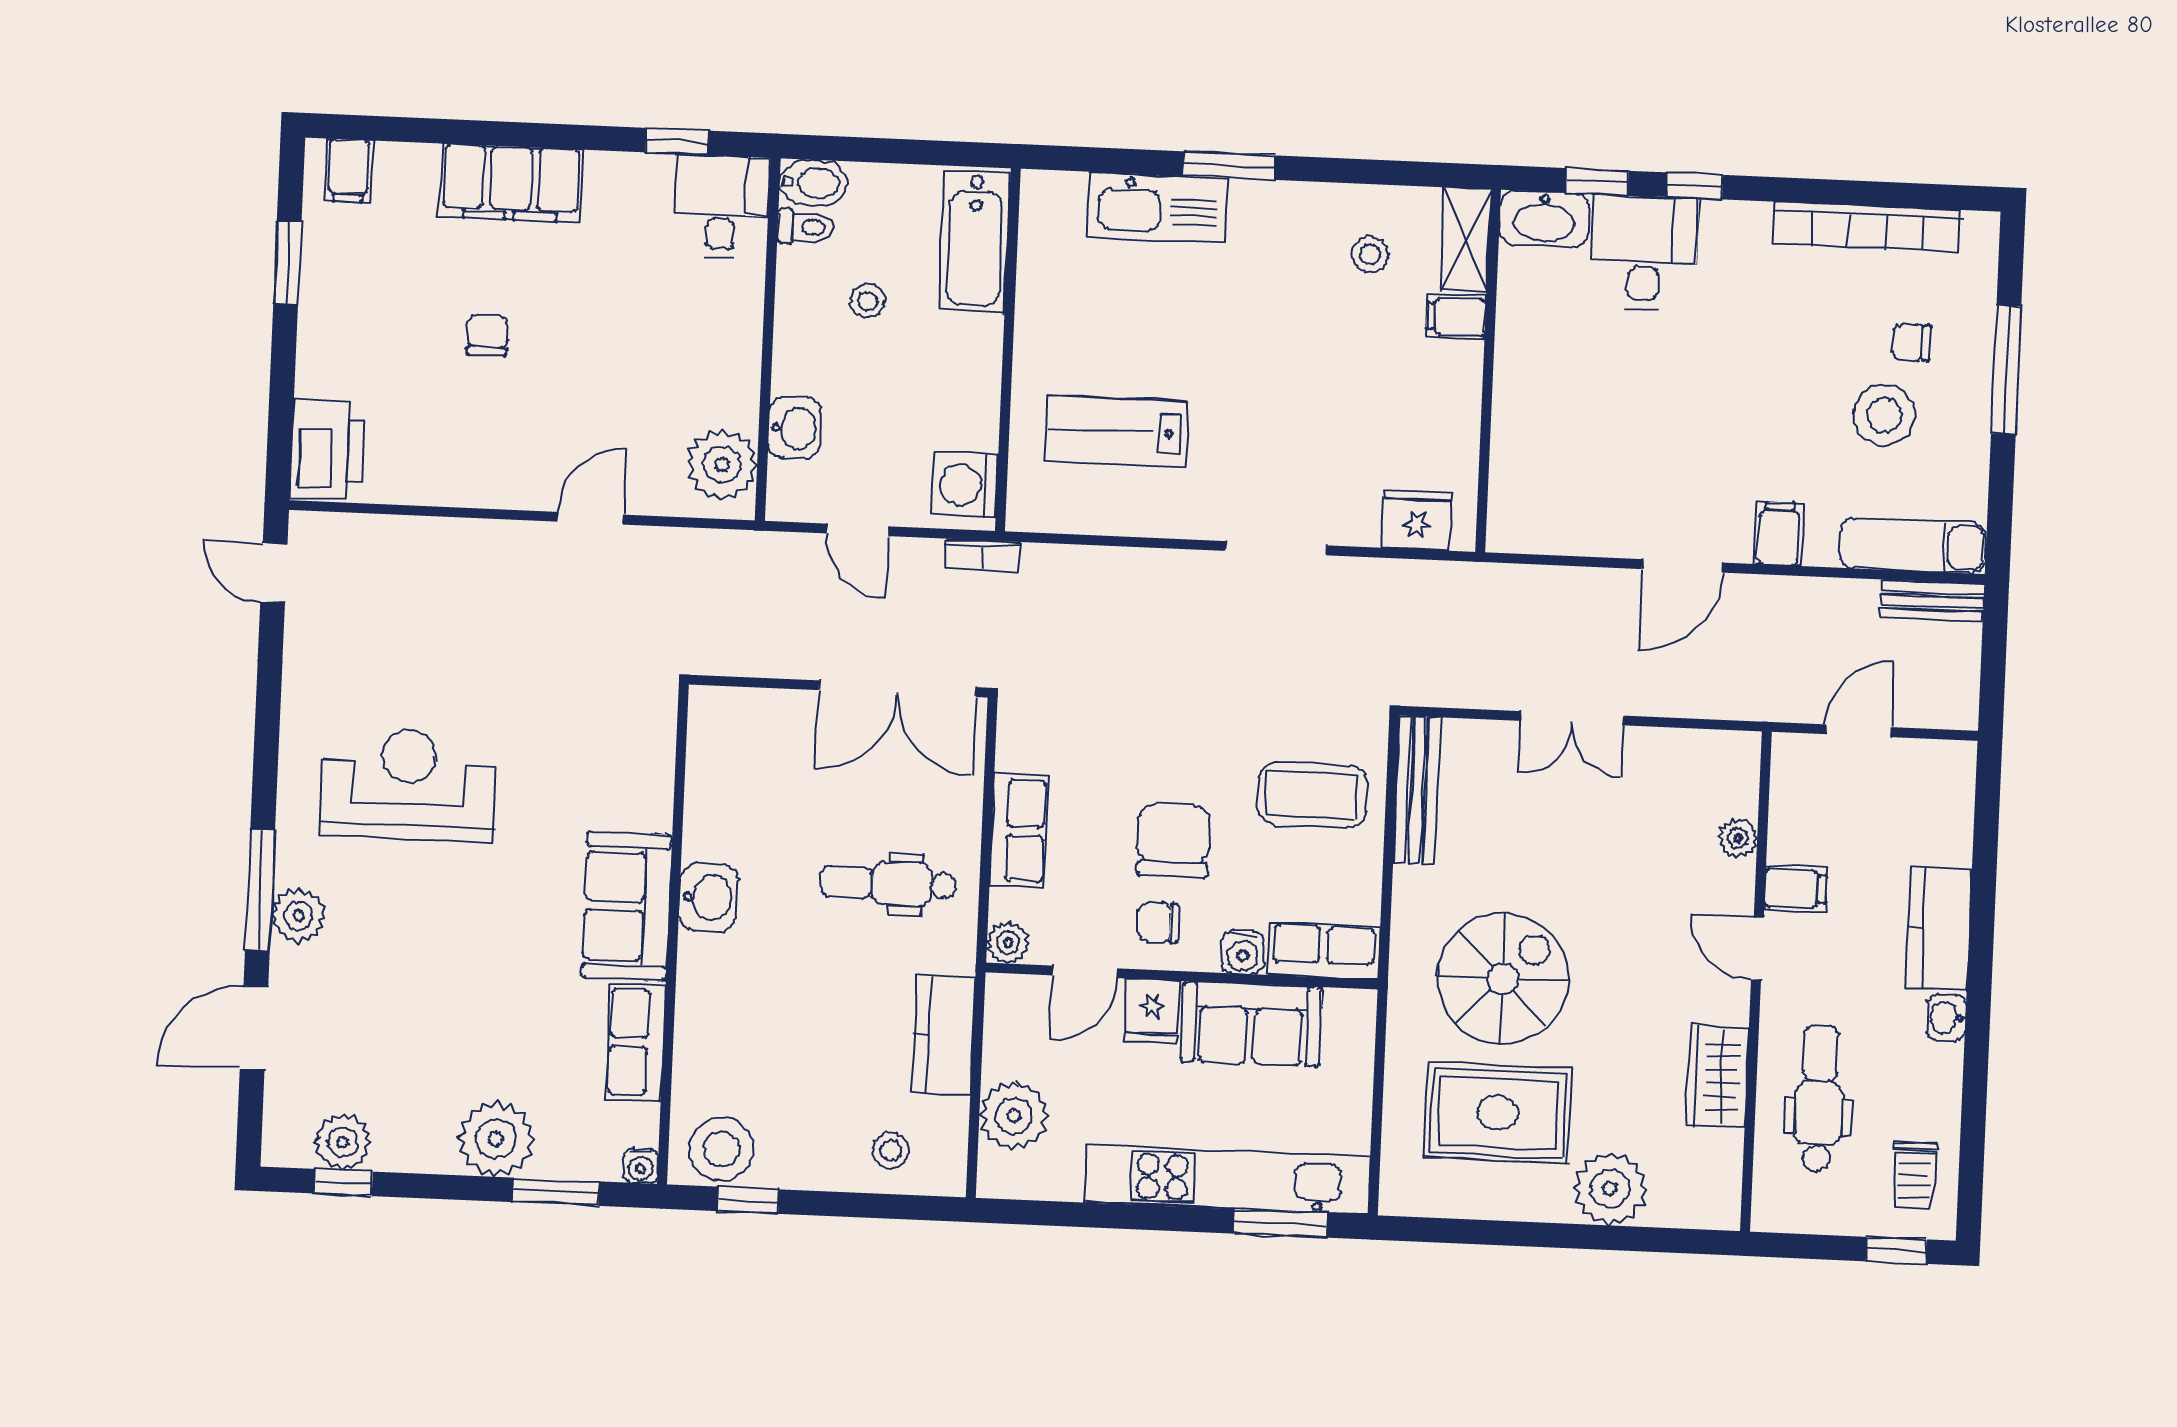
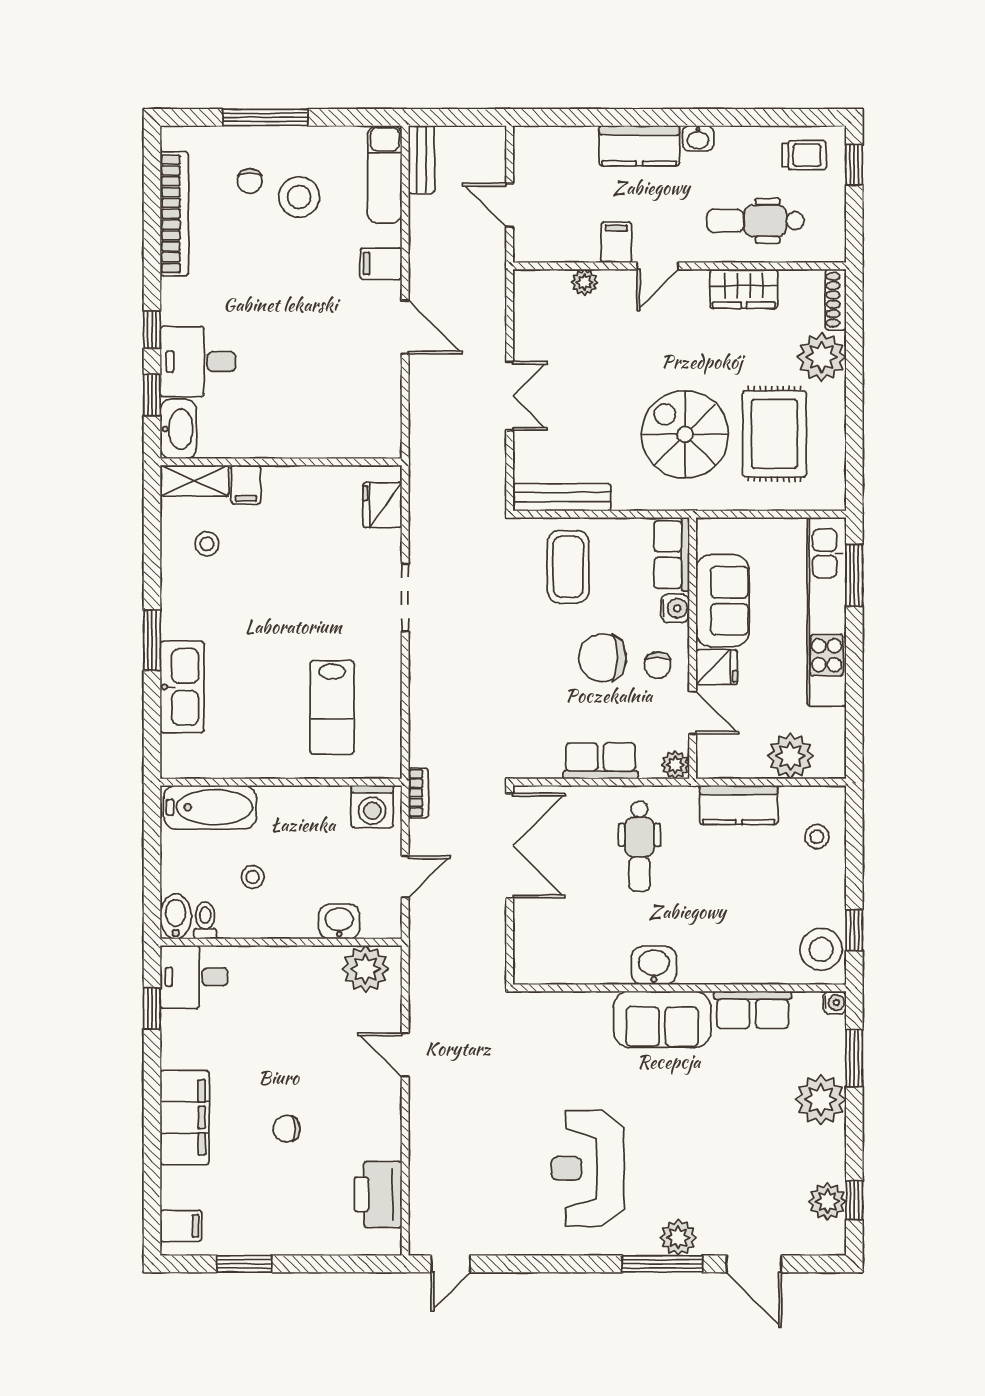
printer: (327, 450) -> (378, 1194), moved, turned -90
shoe rack: (1695, 1214) -> (836, 300), added

